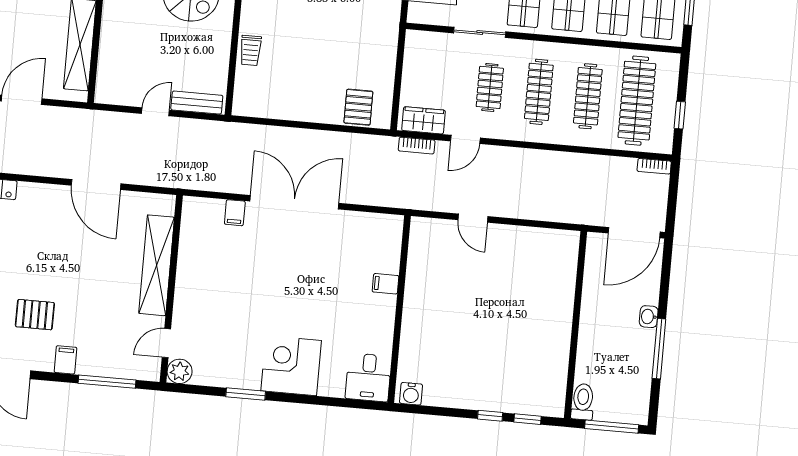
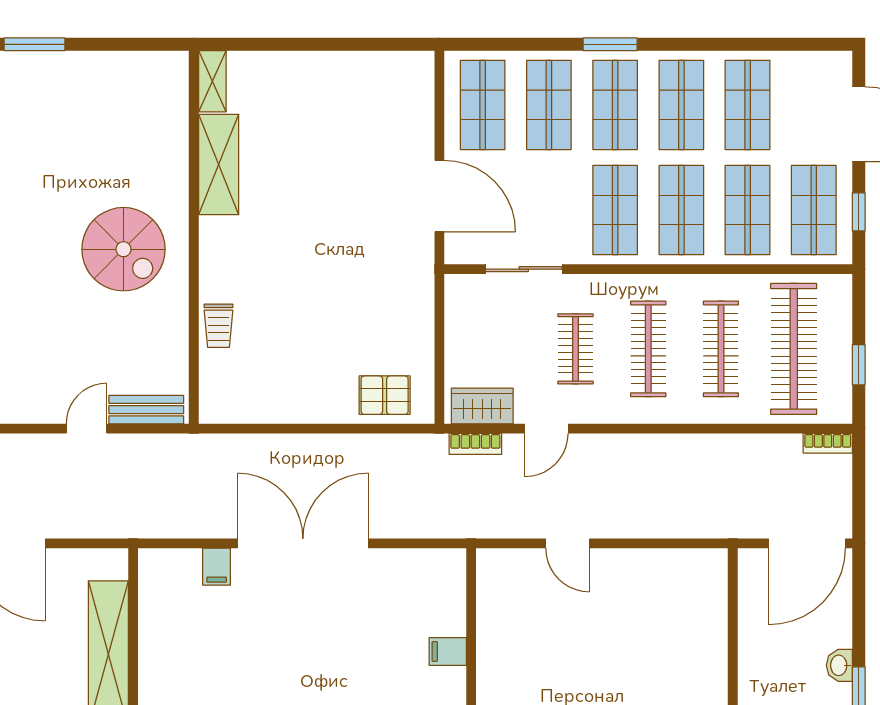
sliding door: (480, 32) -> (524, 269), moved
pallet: (358, 107) -> (385, 395), turned 90

